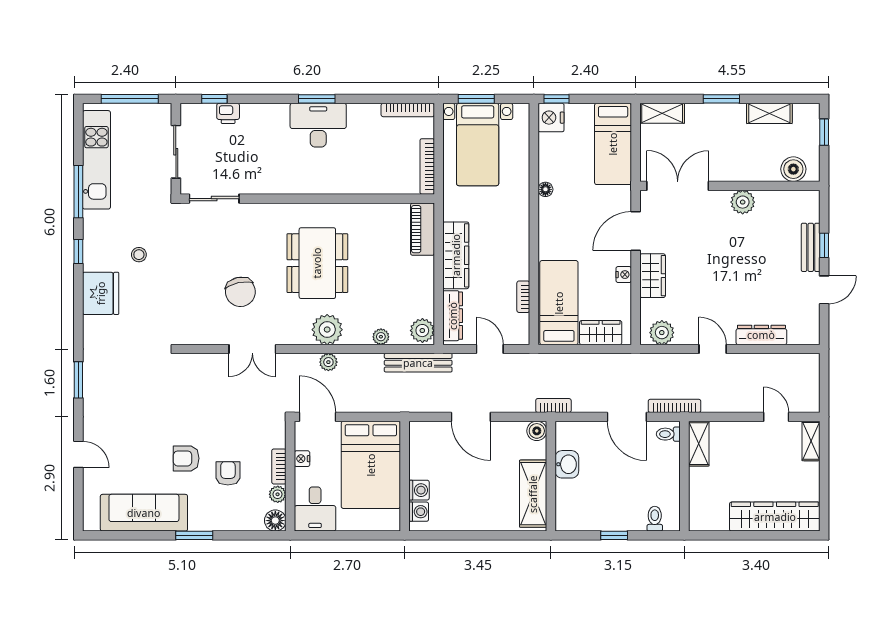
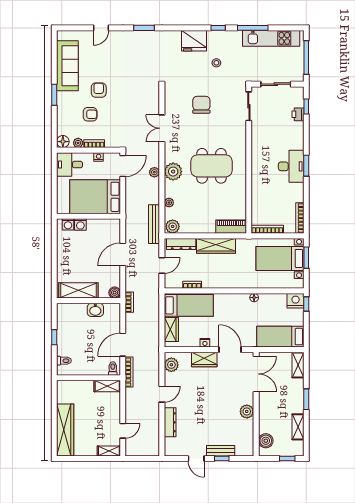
chair: (240, 292) -> (201, 105), moved, turned 102

